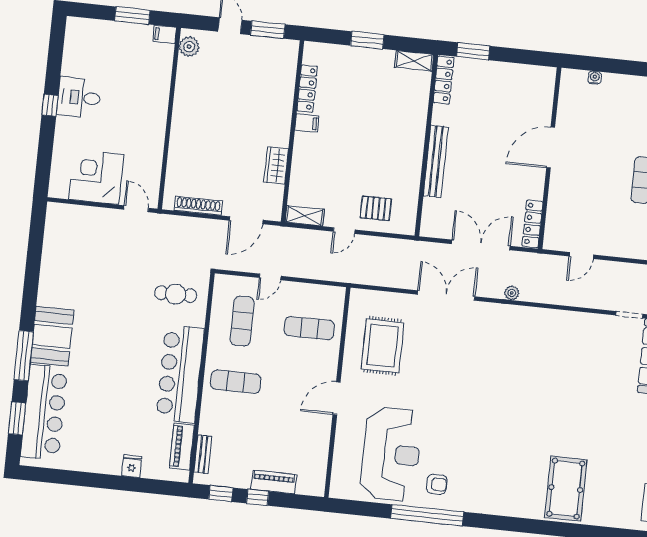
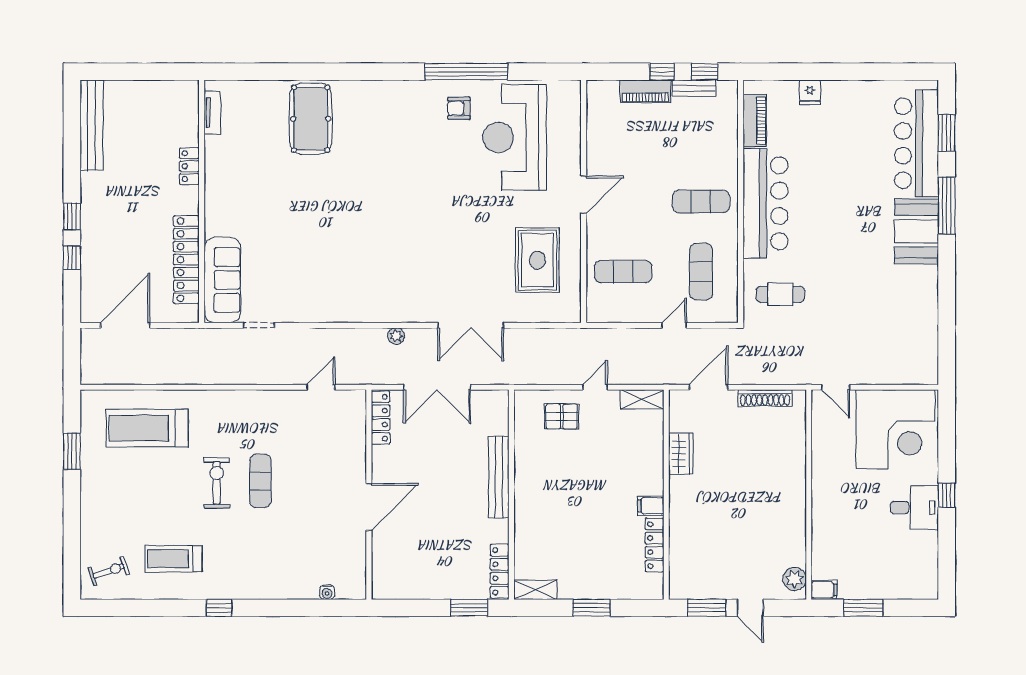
corner desk: (96, 177) -> (895, 429), width x1.36, depth x1.36
bench: (203, 454) -> (694, 88), moved, turned 90

